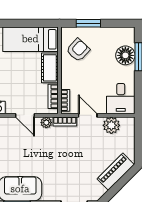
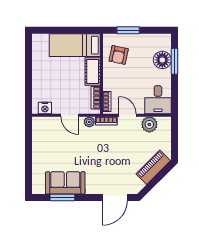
armchair: (78, 50) -> (119, 55), turned 149

